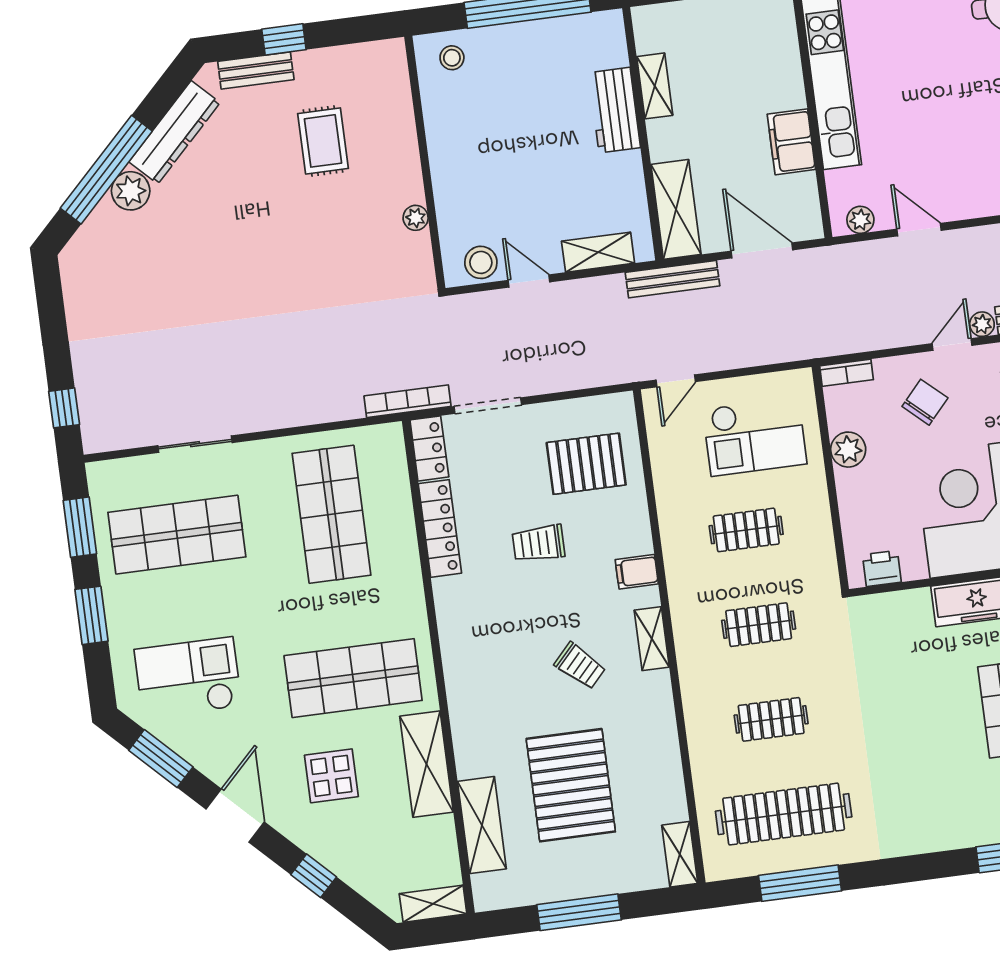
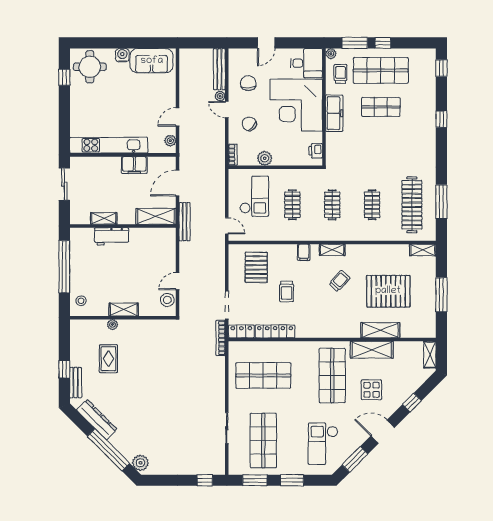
rug: (323, 141) -> (108, 359), turned 90
plant: (131, 191) -> (140, 463), moved
plant: (416, 218) -> (112, 325), moved
shelving: (598, 252) -> (124, 310), moved, turned 90
shelving: (482, 825) -> (380, 330), moved

